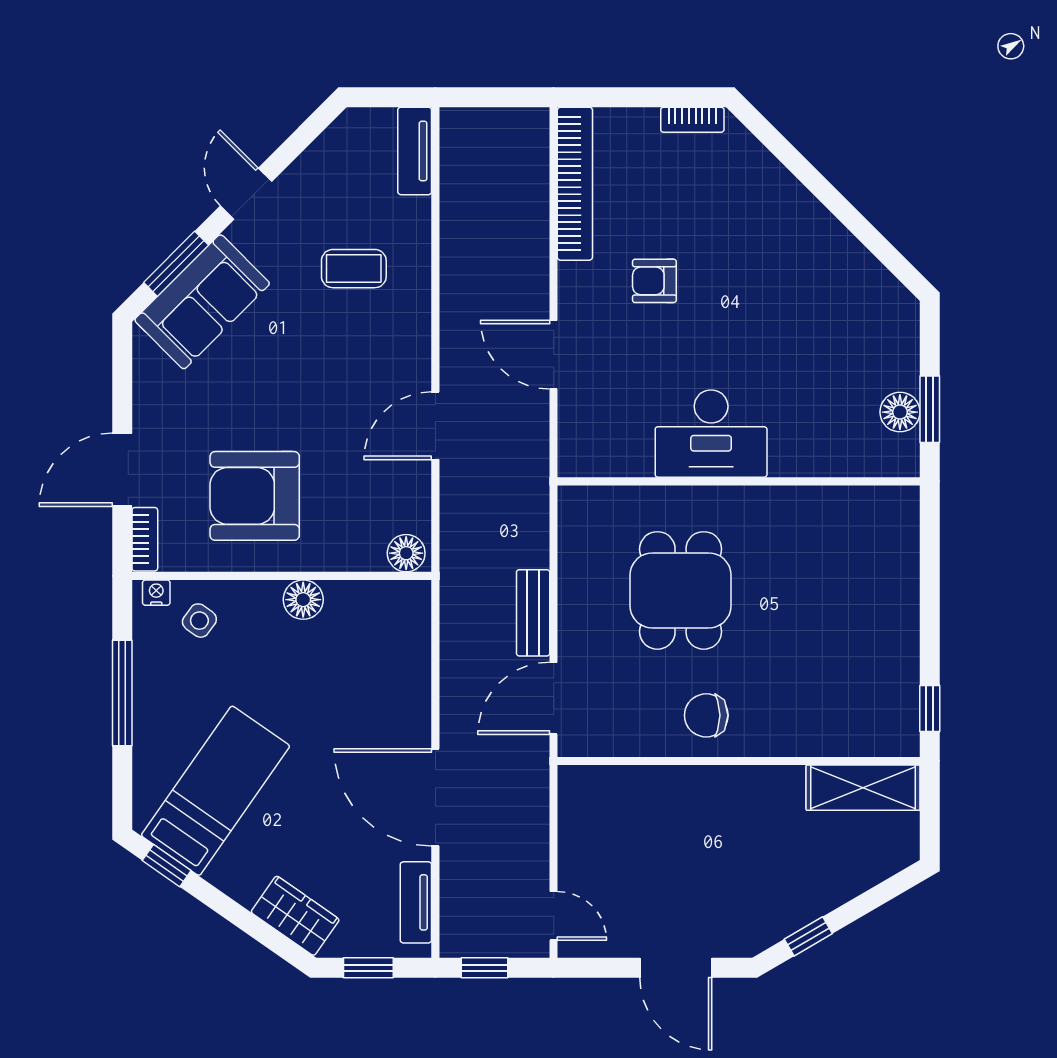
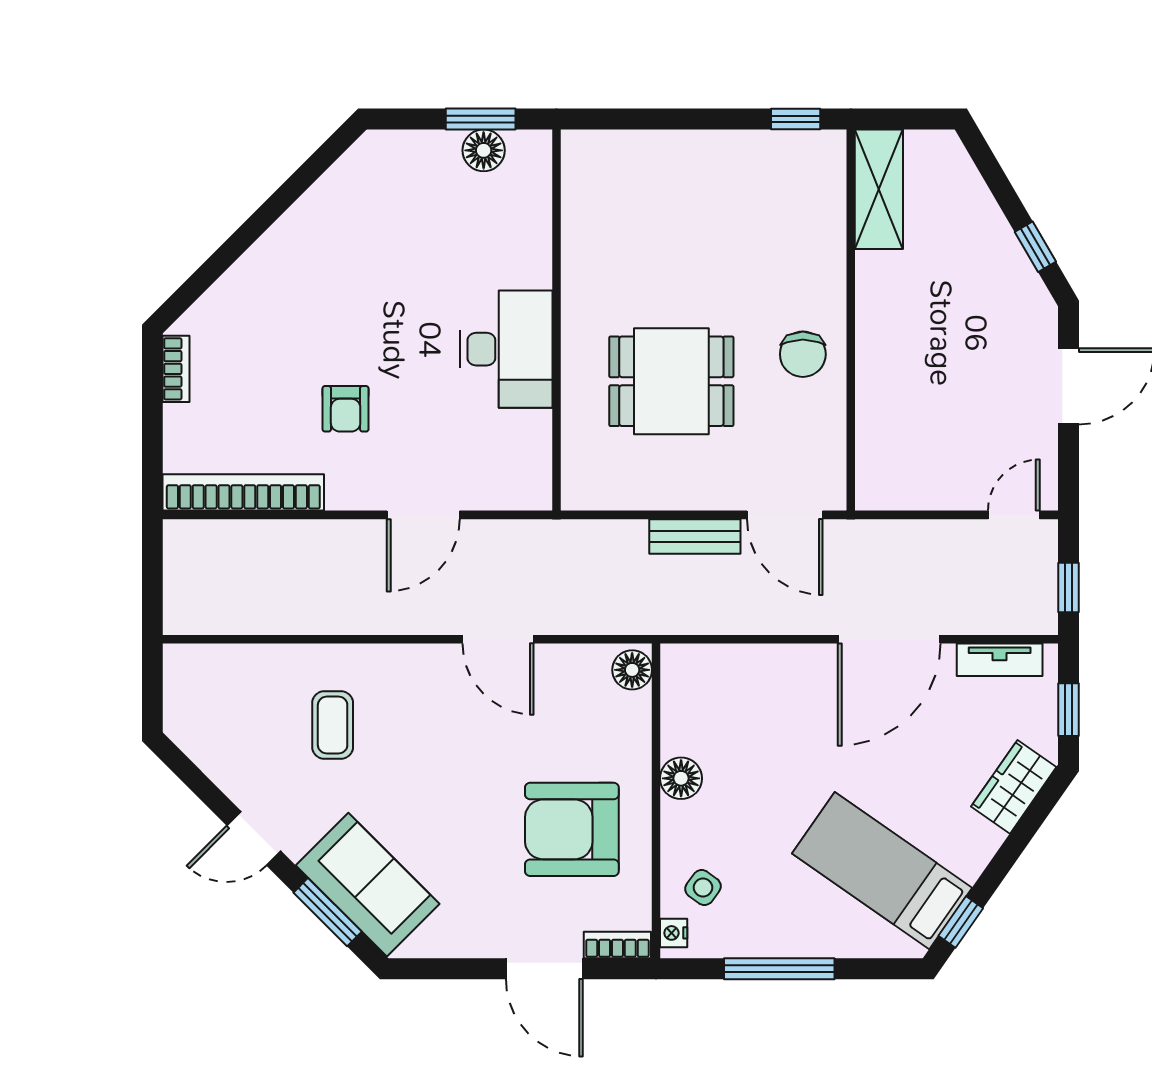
tv unit: (415, 151) -> (209, 661), removed
armchair: (255, 496) -> (572, 829), turned 90

